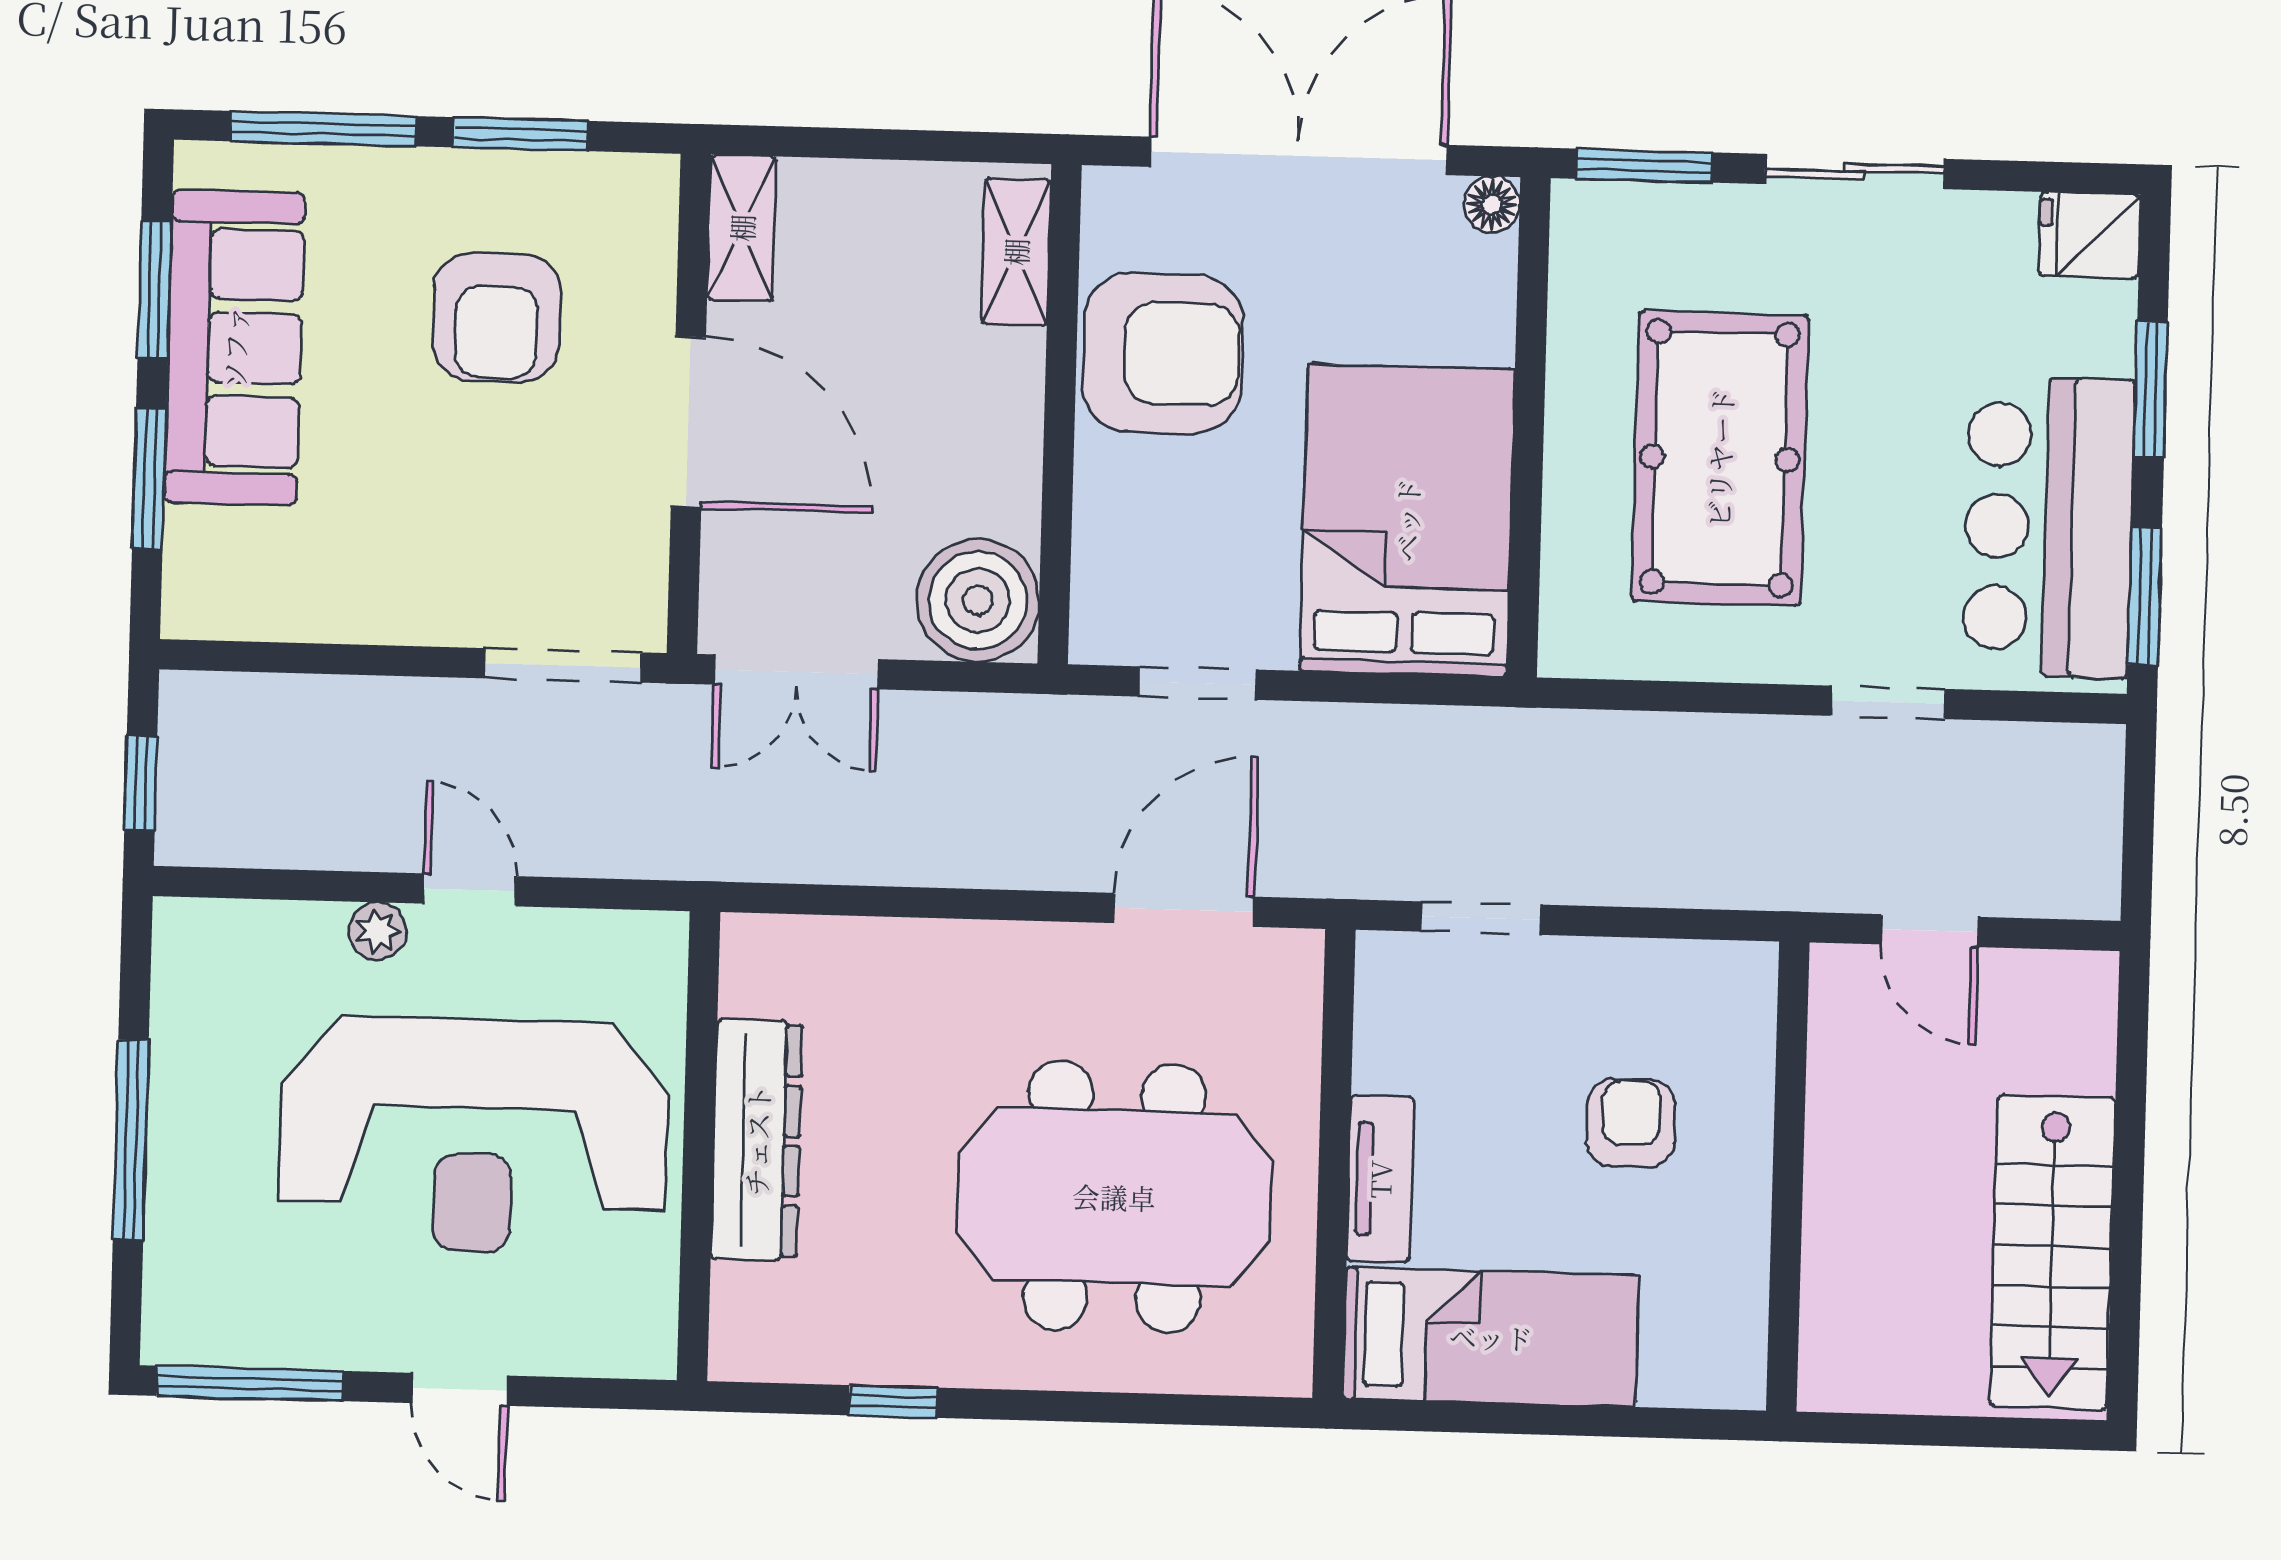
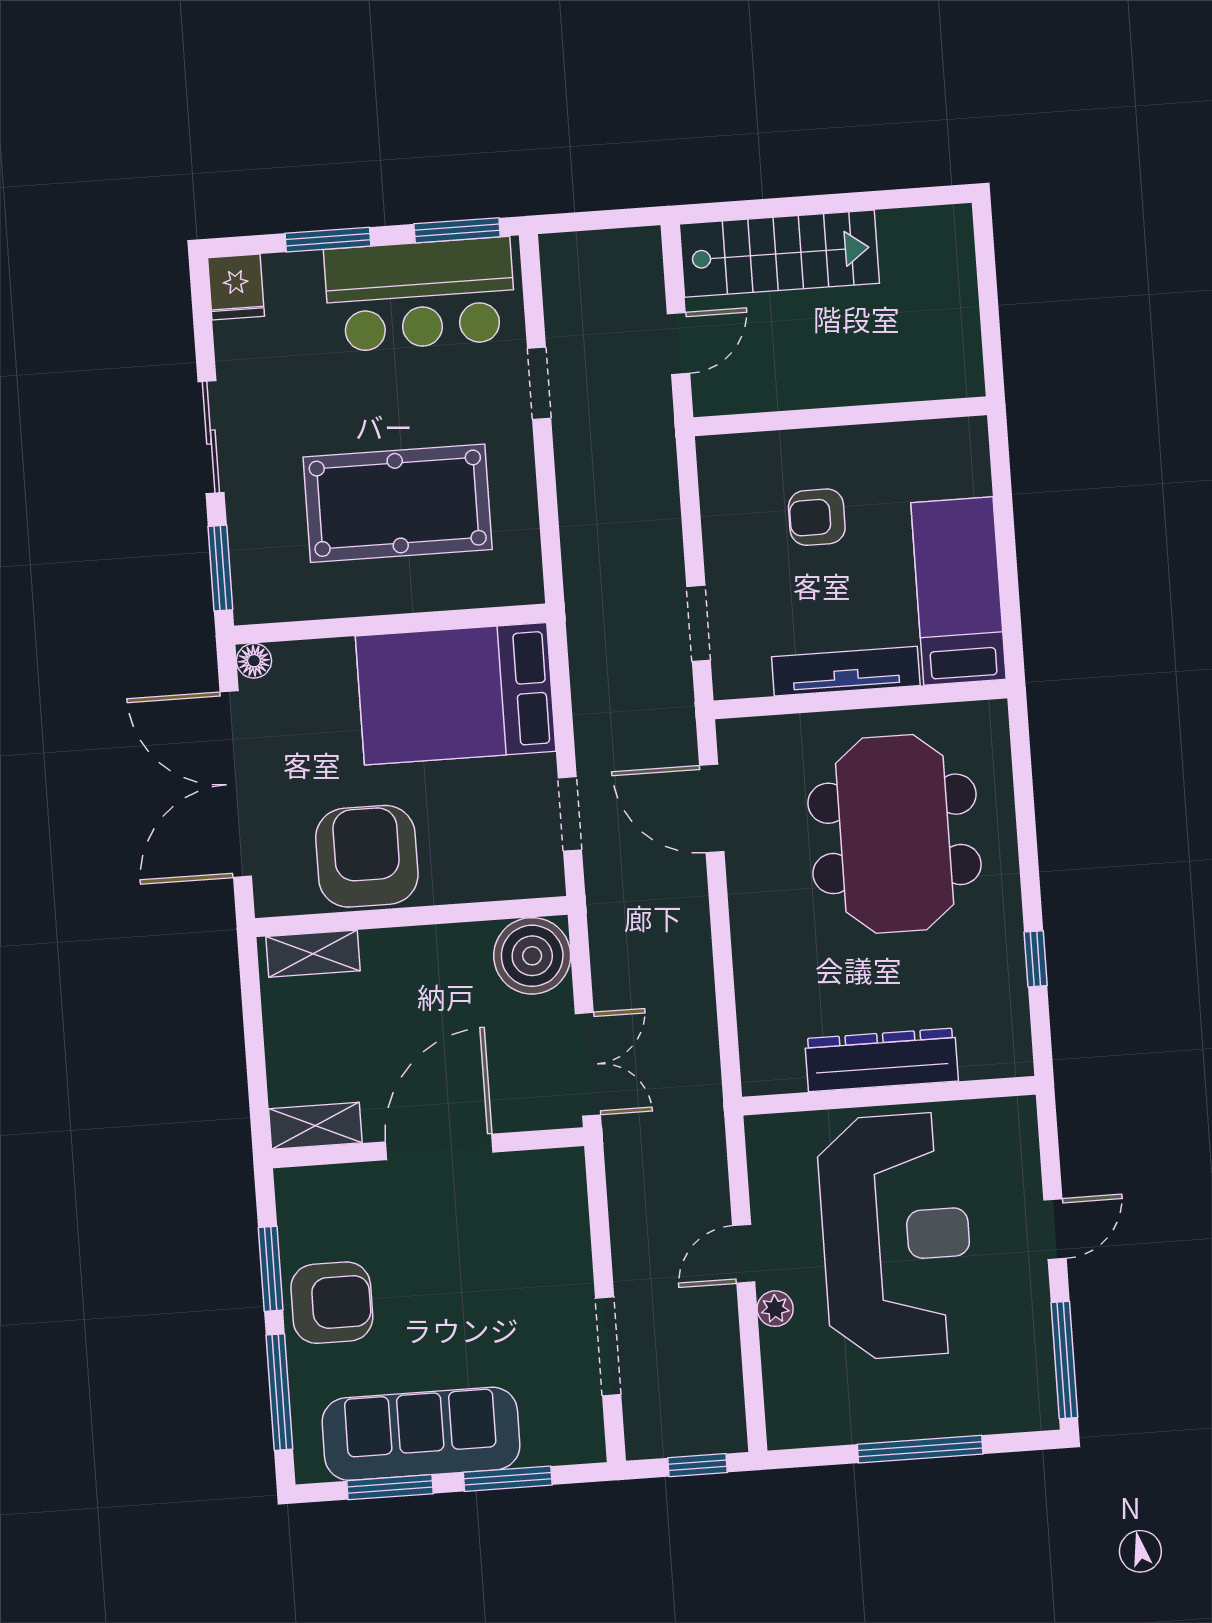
armchair: (497, 317) -> (332, 1303), moved
doorway: (563, 665) -> (608, 1346), moved
tv unit: (1380, 1179) -> (846, 671), width x1.41
stairs: (2052, 1252) -> (779, 254), moved

